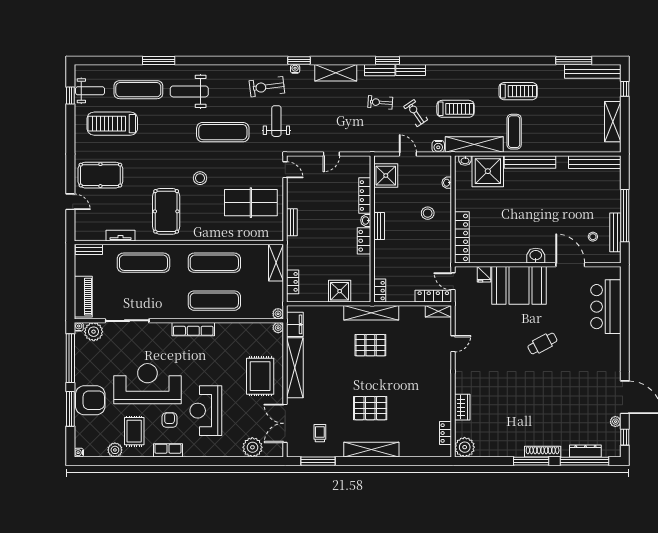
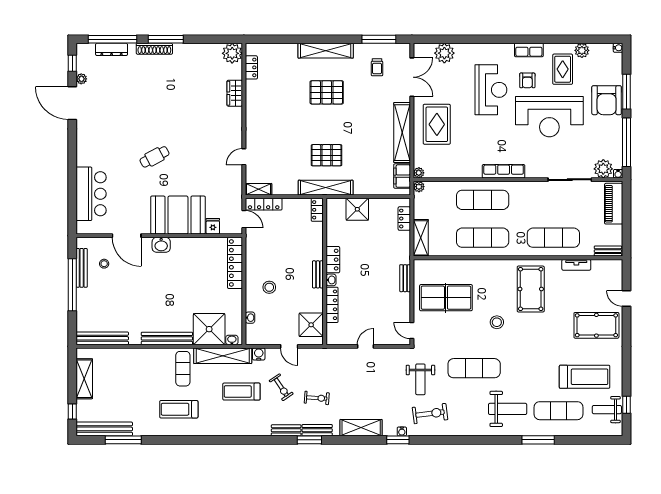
armchair: (90, 400) -> (607, 100), turned -90

